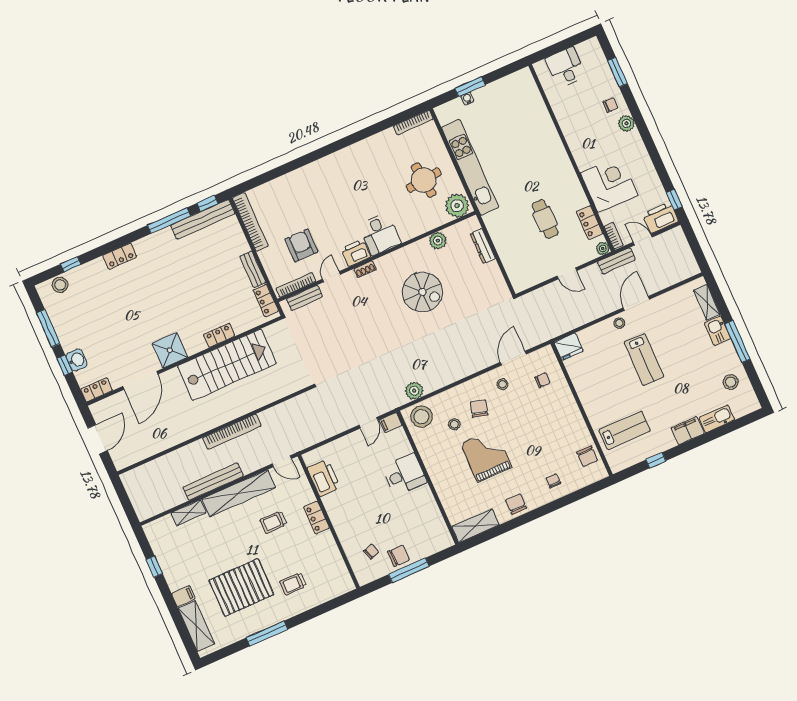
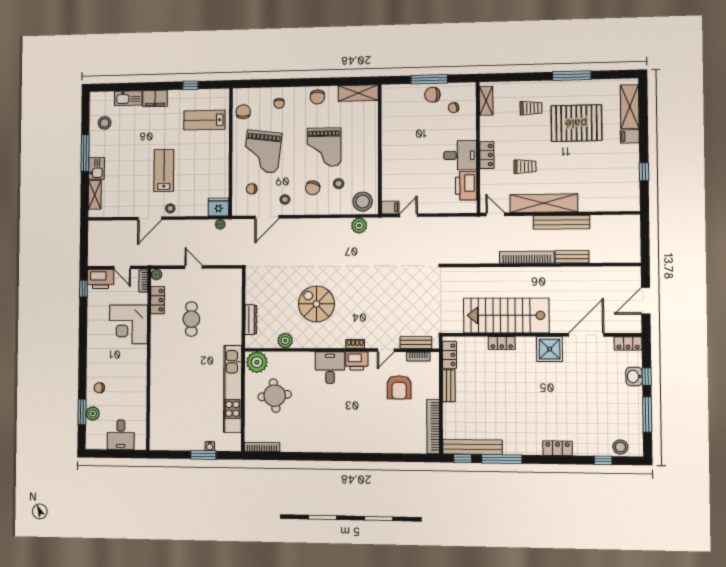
plant: (626, 123) -> (93, 414), moved
bench: (616, 261) -> (572, 257), moved
bookcase: (296, 285) -> (418, 357), width x0.64
plant: (559, 330) -> (220, 224), added
grand piano: (548, 424) -> (262, 152), added
desk: (405, 474) -> (460, 155), moved, turned 180
shelving: (189, 513) -> (486, 101), moved, turned 90

